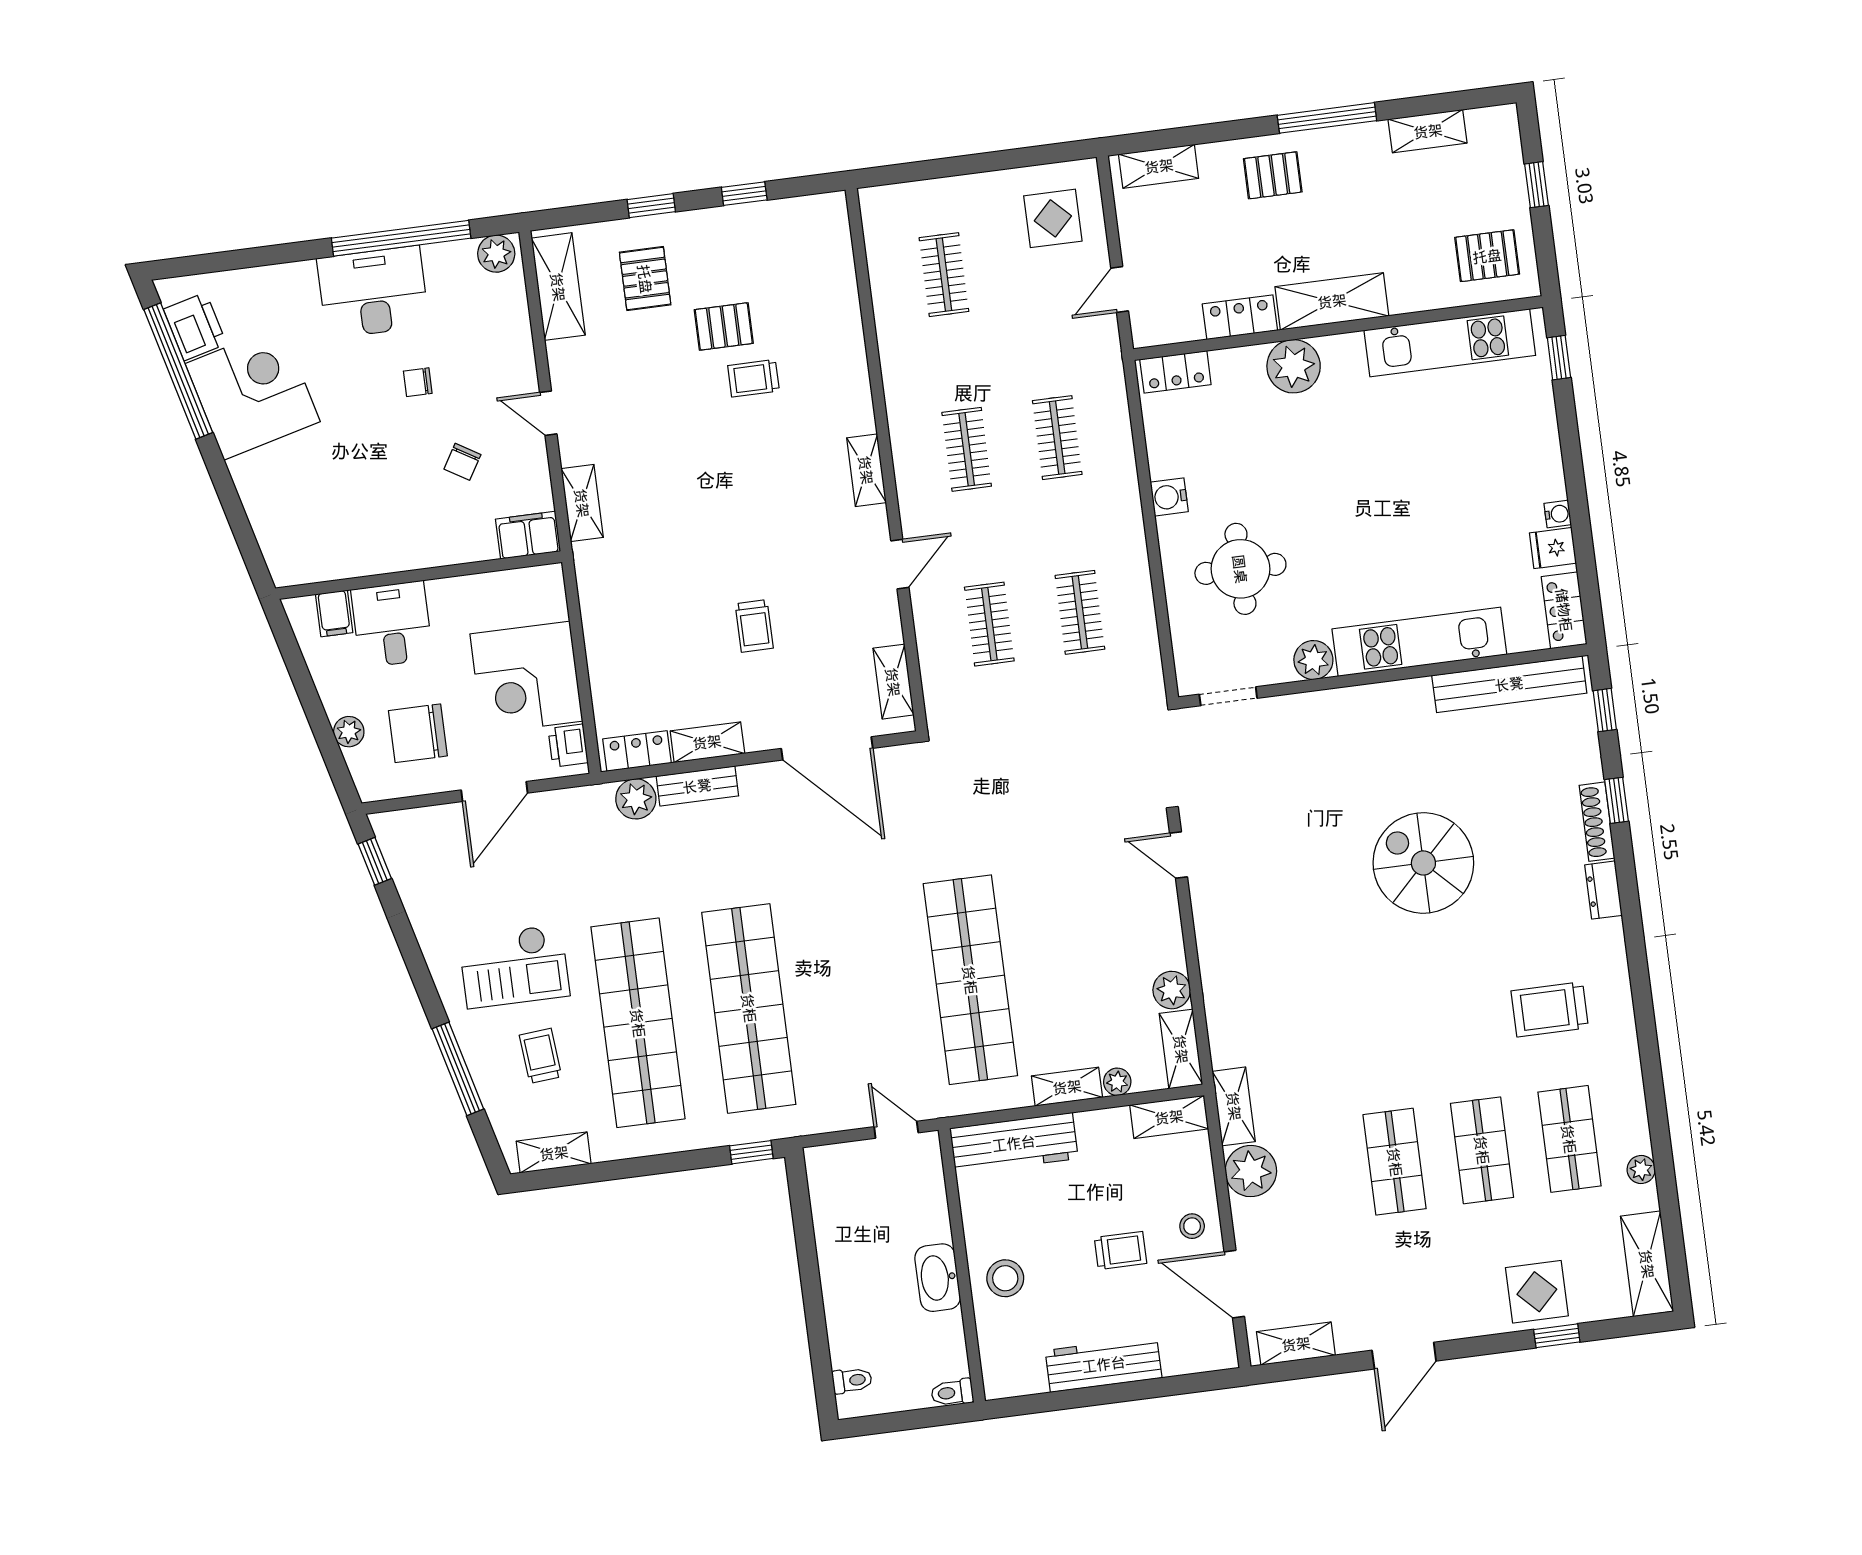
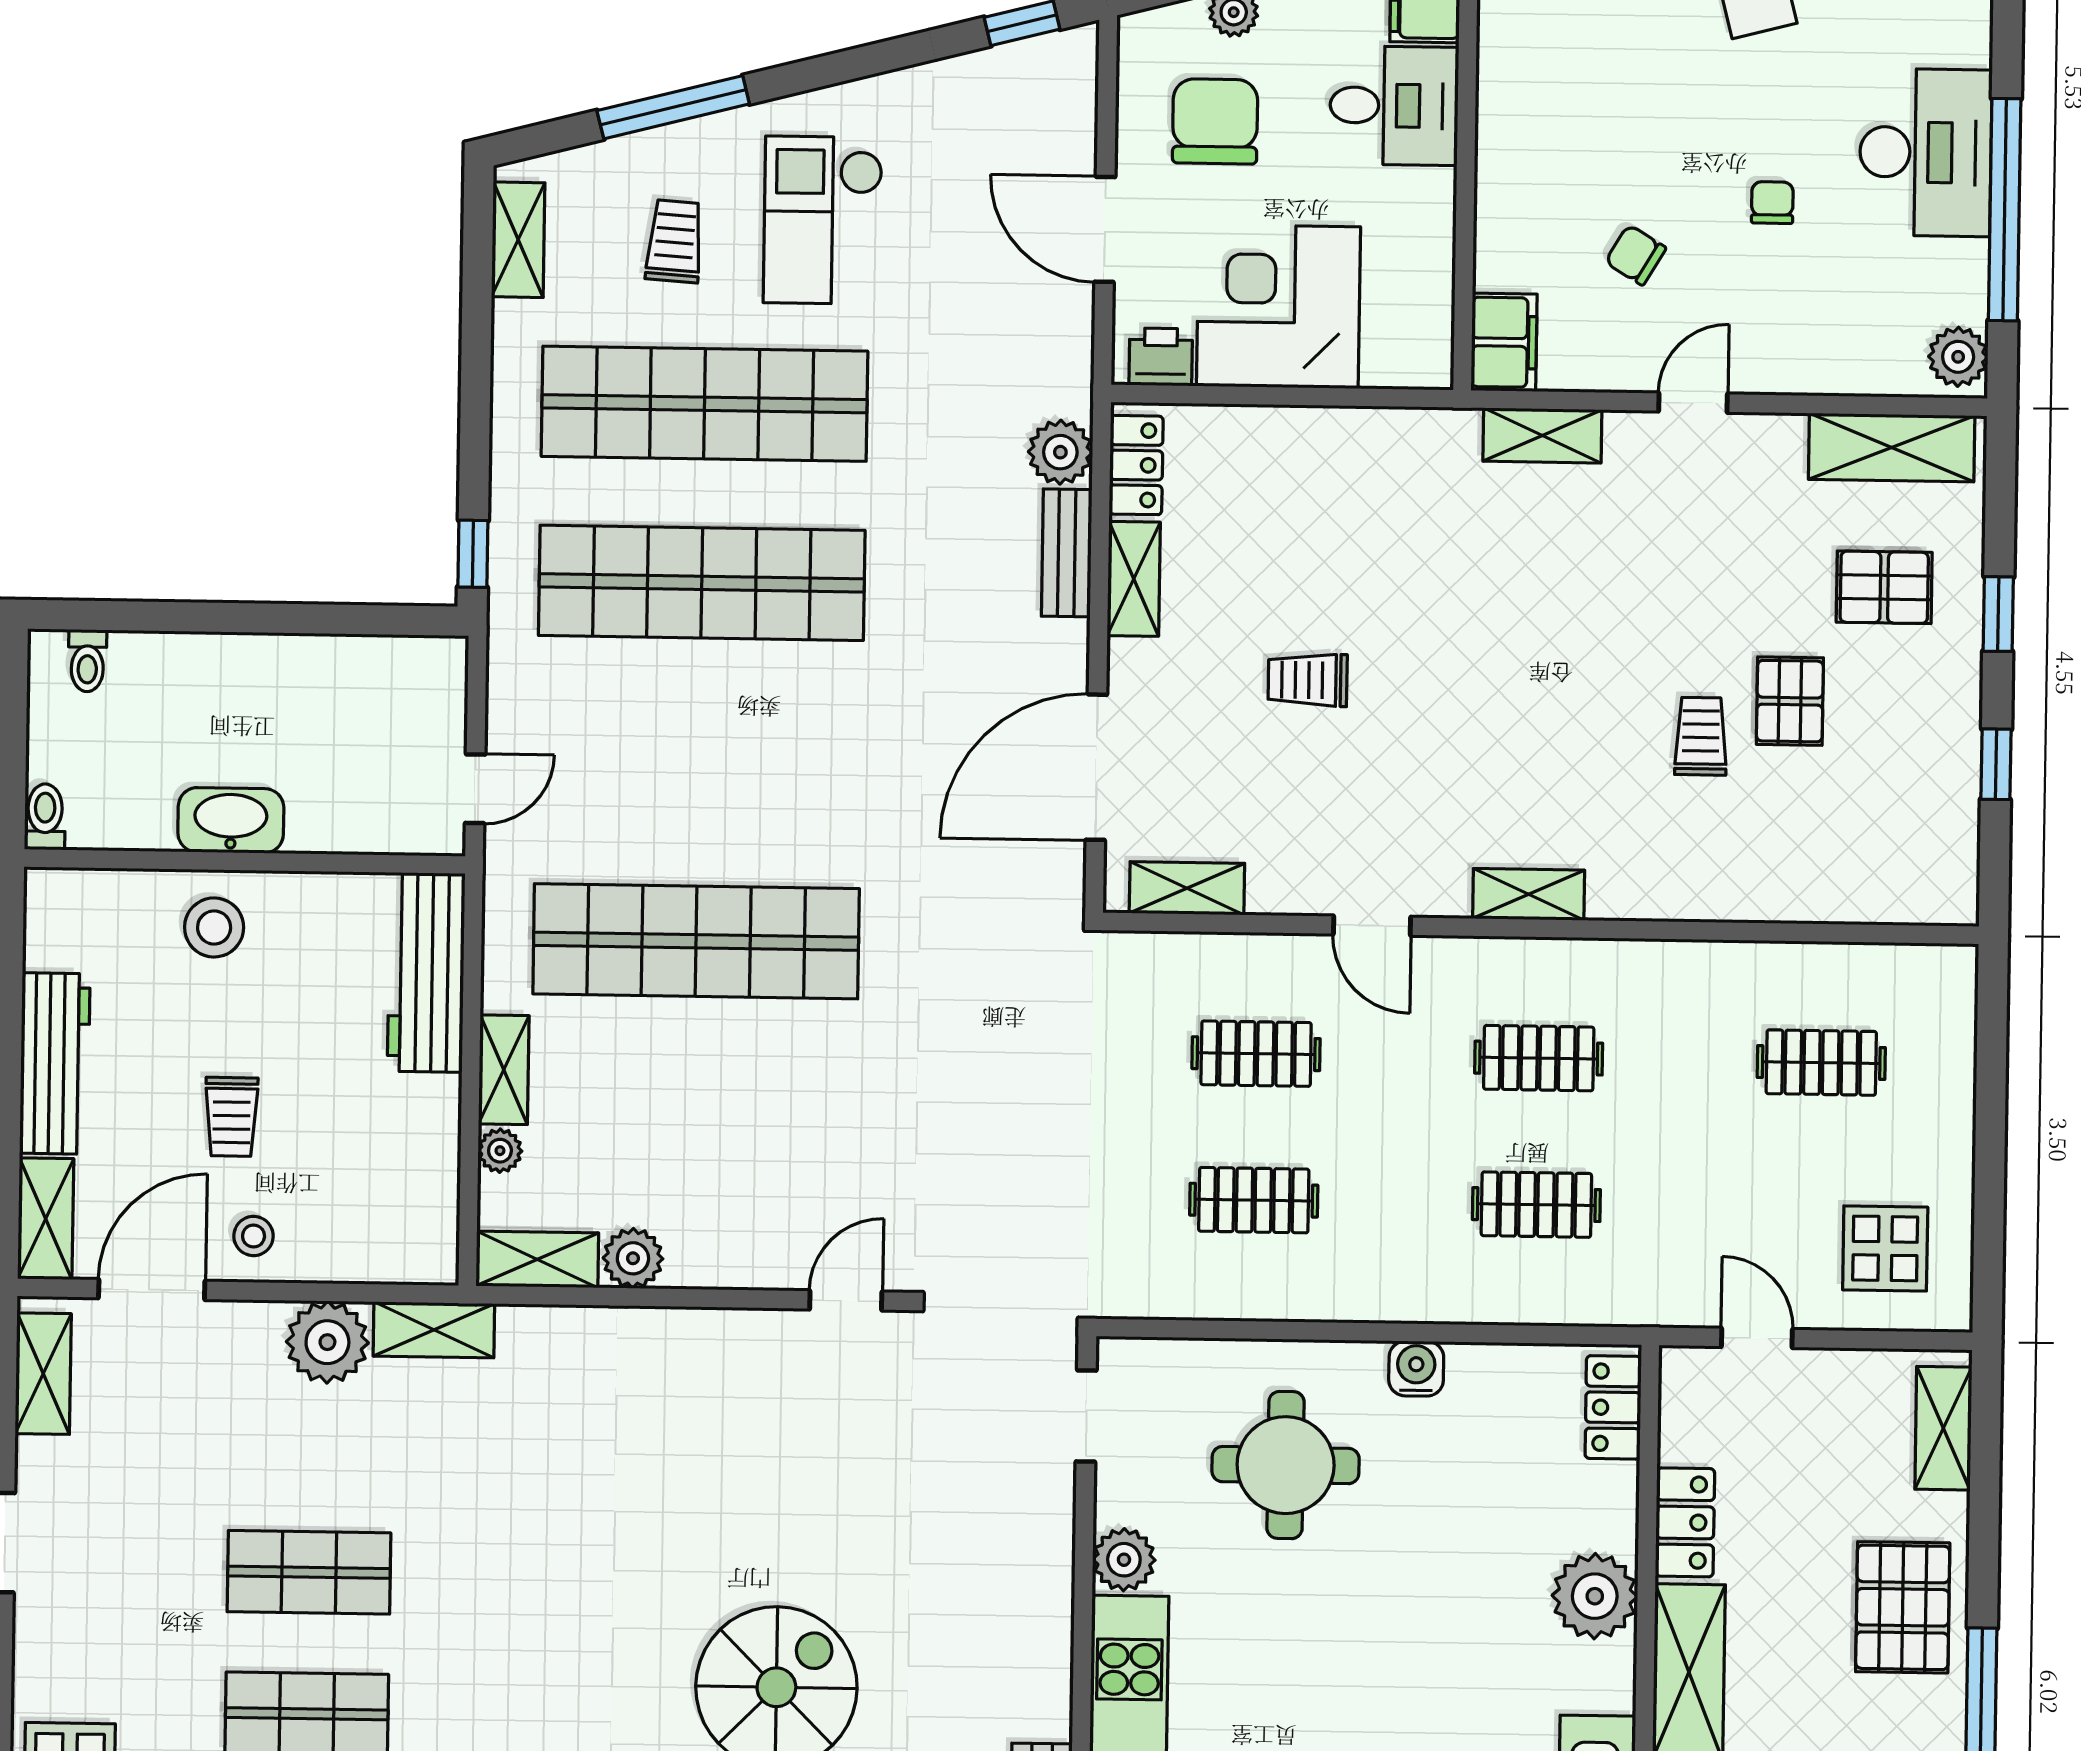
pallet: (1273, 175) -> (1903, 1607), width x1.50, depth x1.42
trolley: (540, 1056) -> (675, 241), turned -81
shelving: (1169, 1117) -> (46, 1219), moved

